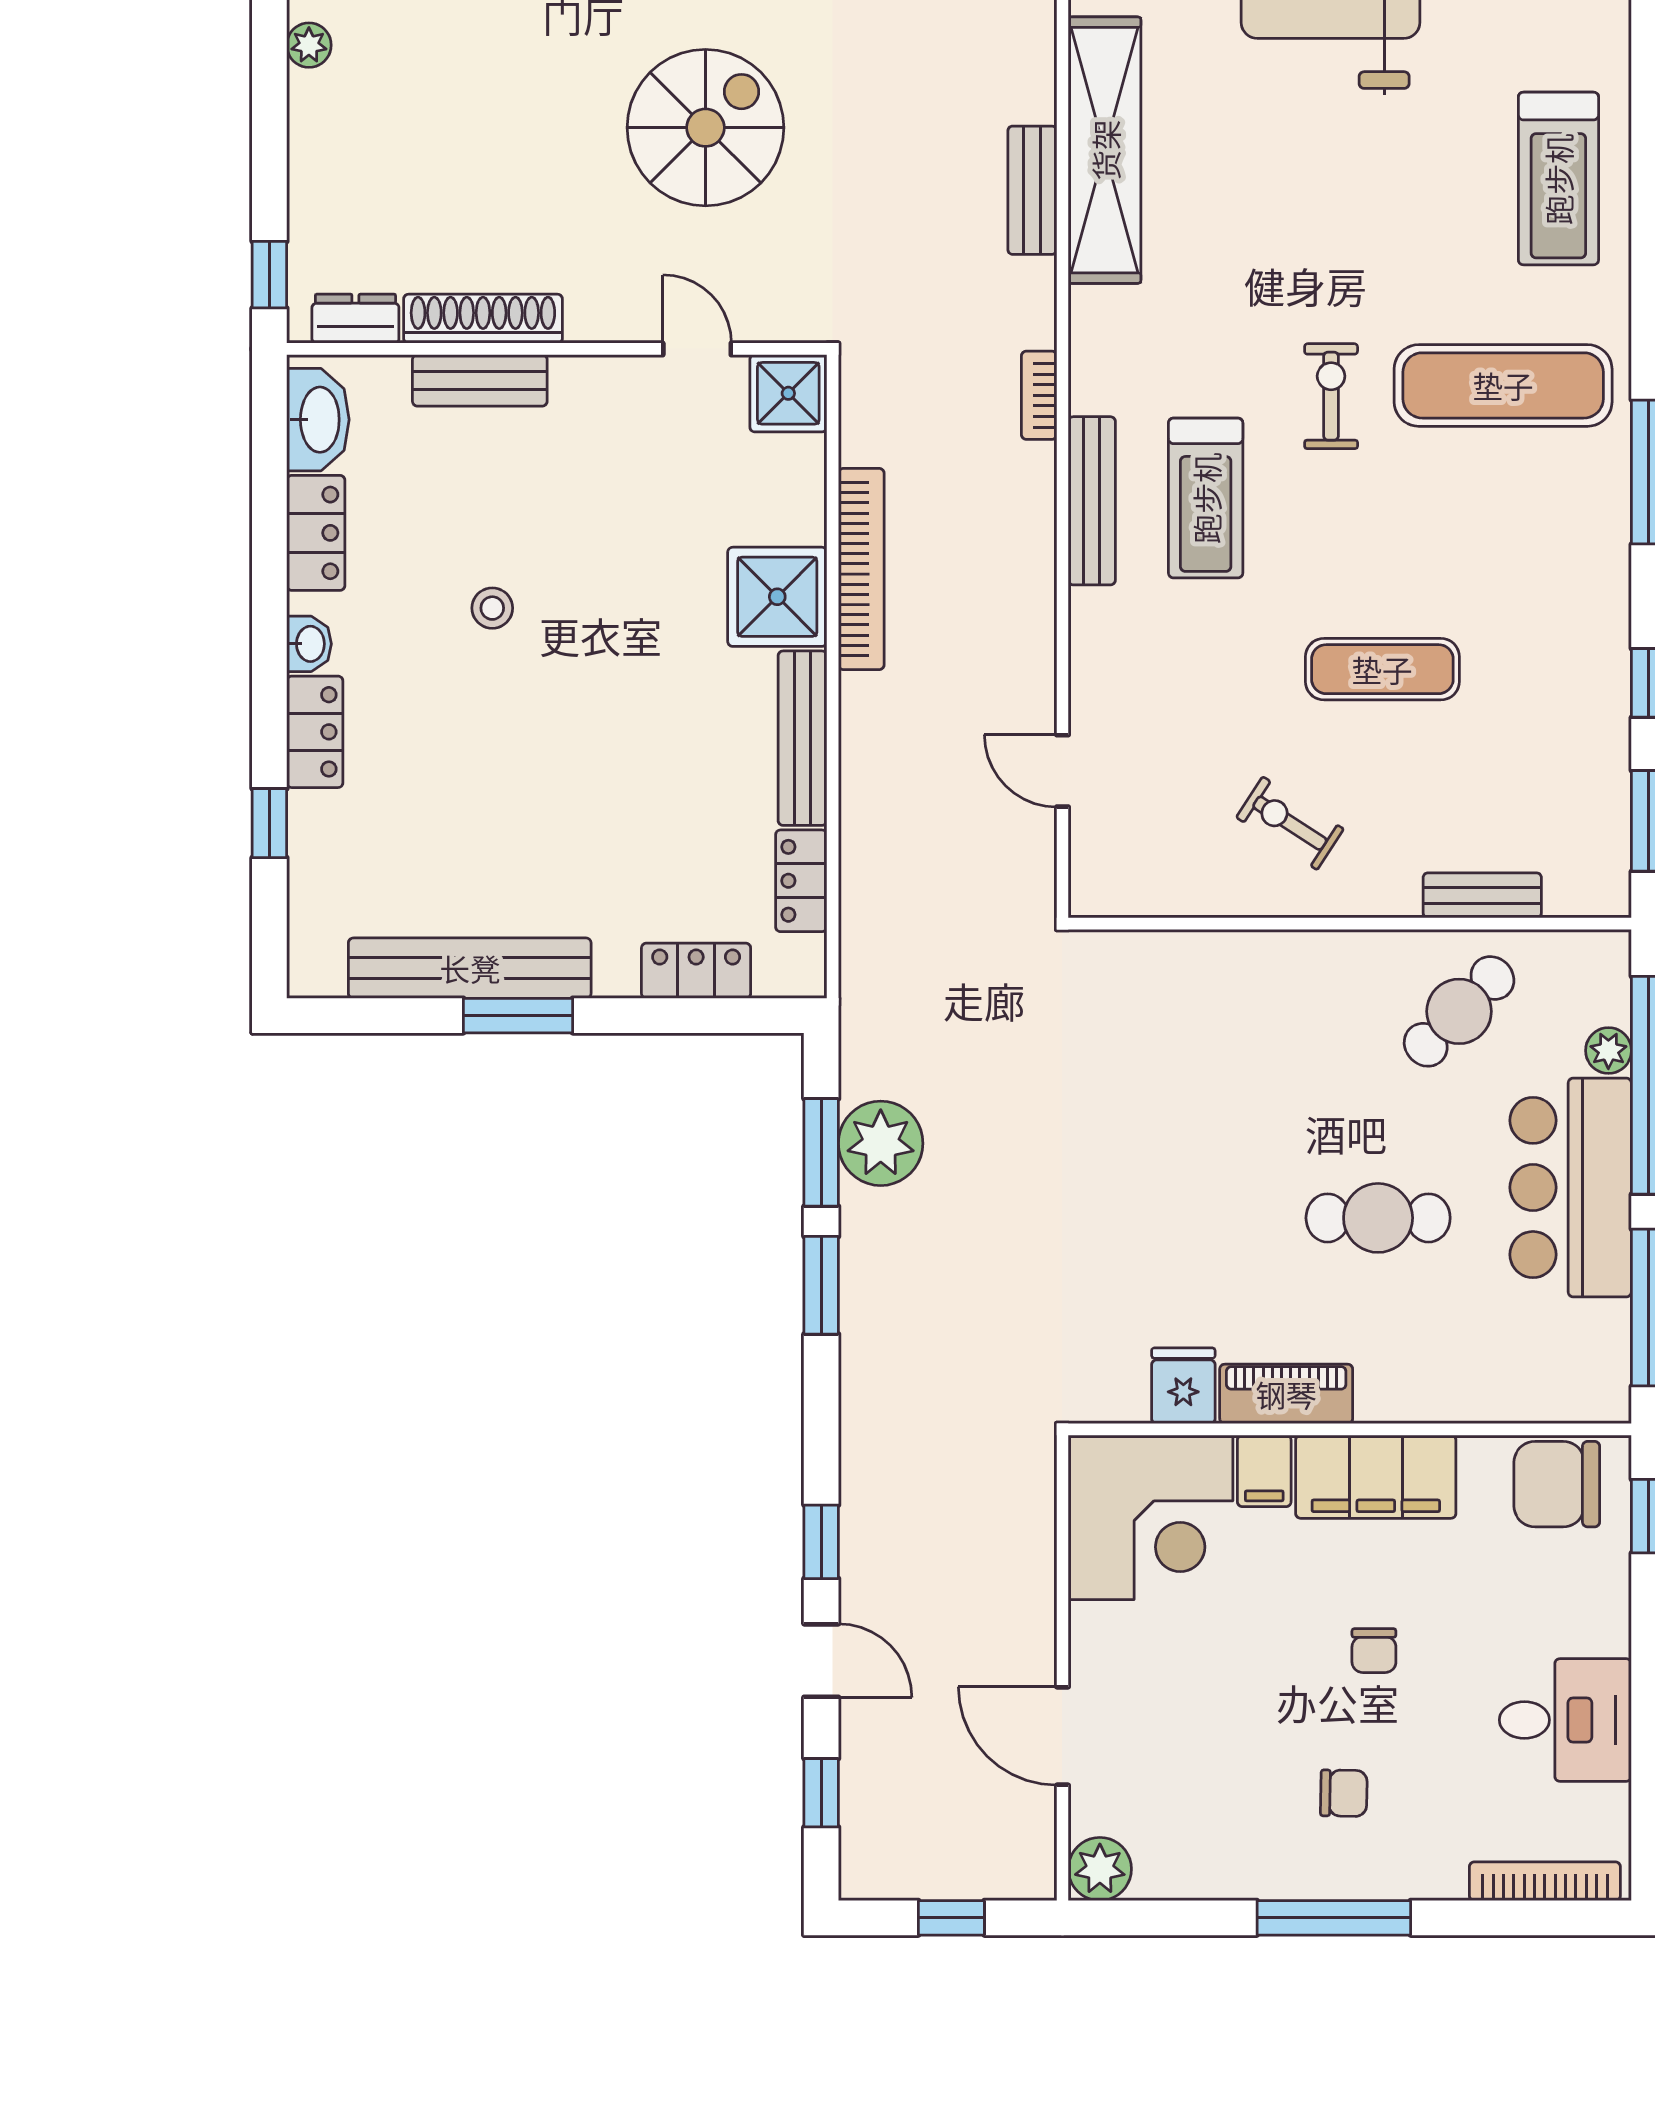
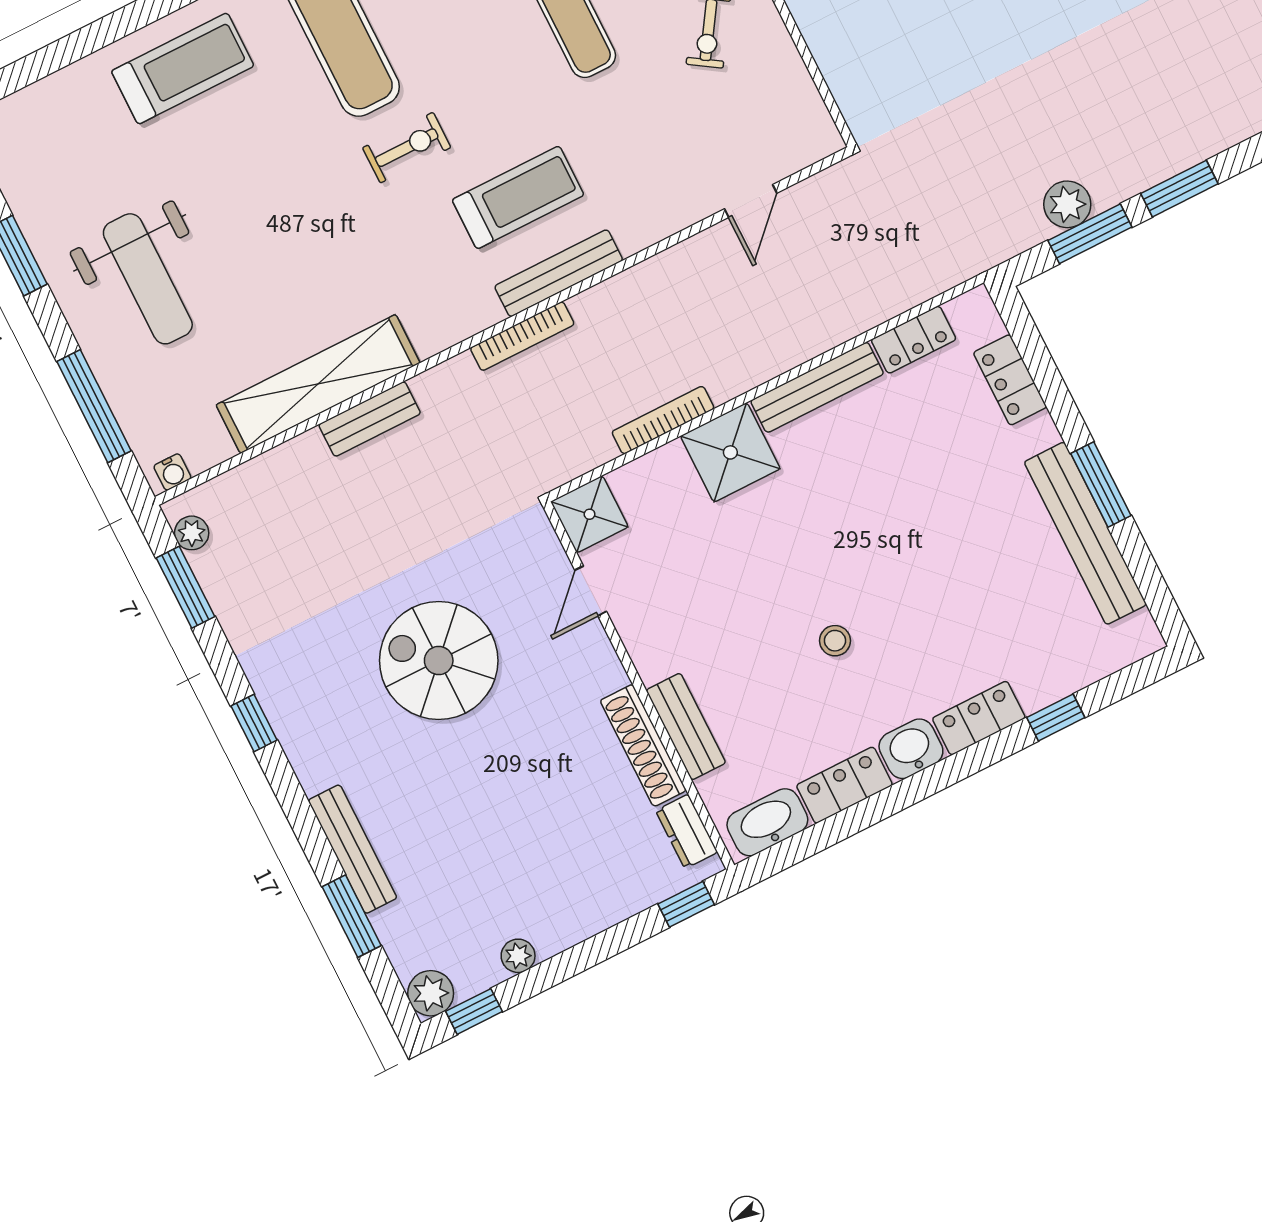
bookcase: (1039, 395) -> (522, 336), width x1.56
exercise bike: (1331, 396) -> (407, 148), turned 180
bookcase: (861, 569) -> (663, 420), width x0.68, depth x0.76
washbasin: (309, 644) -> (911, 749), width x1.38, depth x1.45
plant: (881, 1143) -> (1067, 204), width x0.73, depth x0.73

